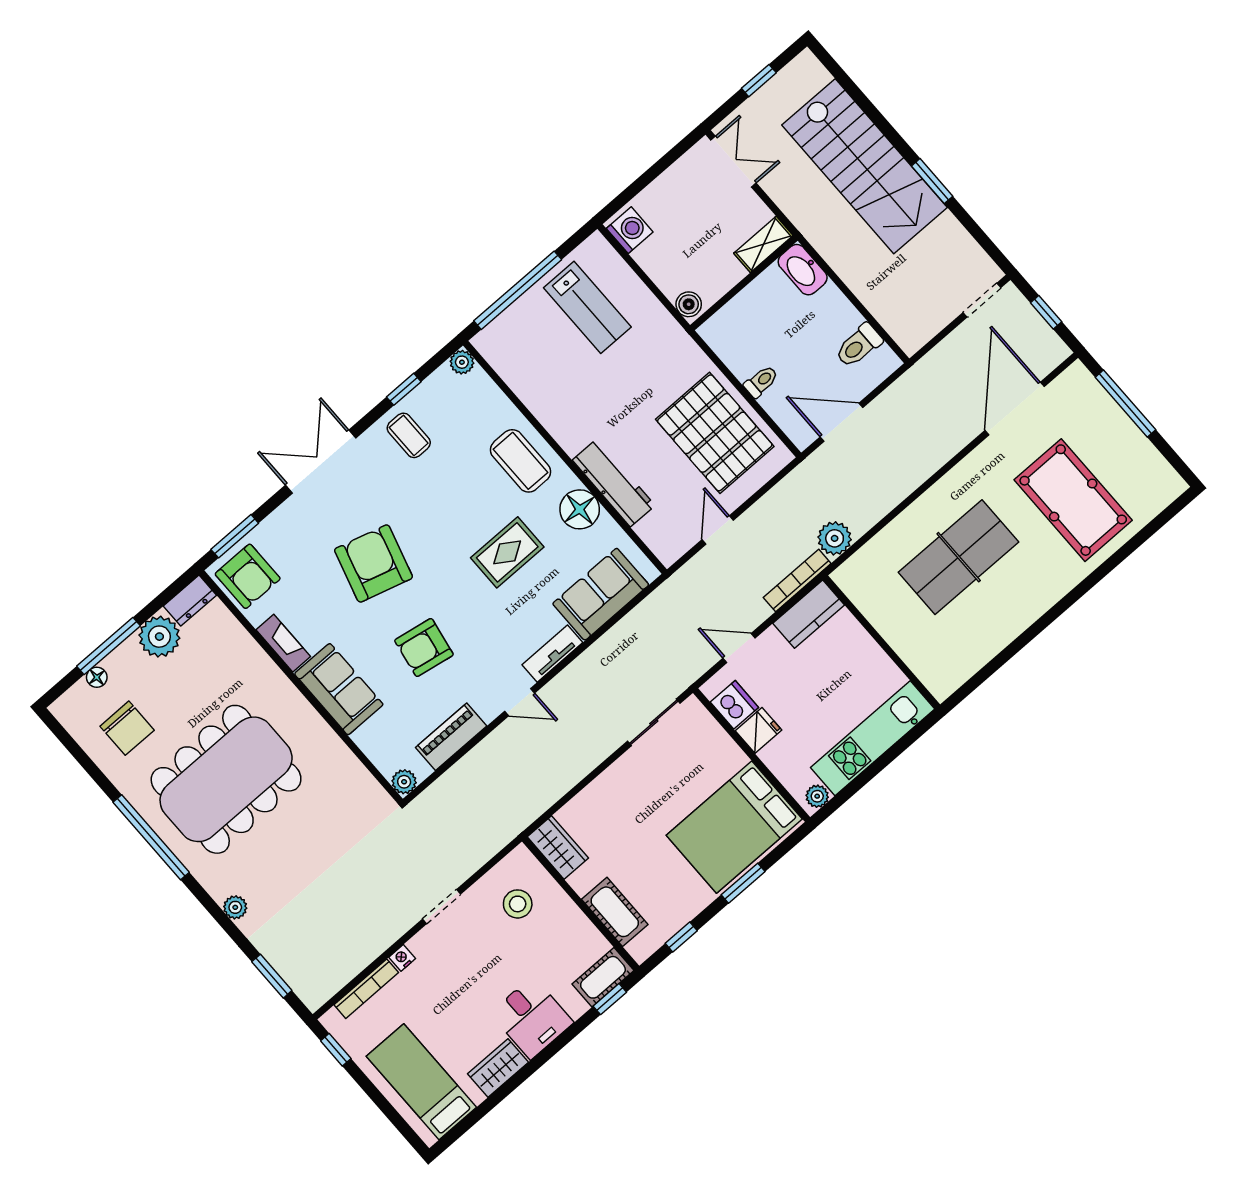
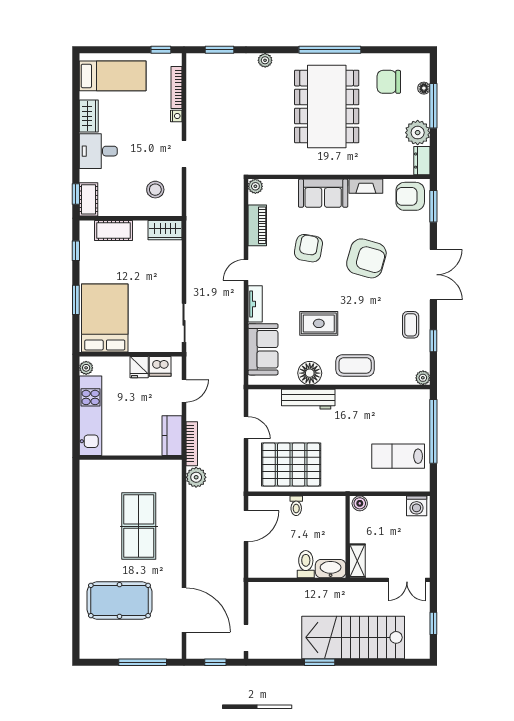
toilet: (859, 346) -> (306, 564), moved
coffee table: (409, 435) -> (411, 325), turned 90
rug: (507, 552) -> (319, 323), turned 90

